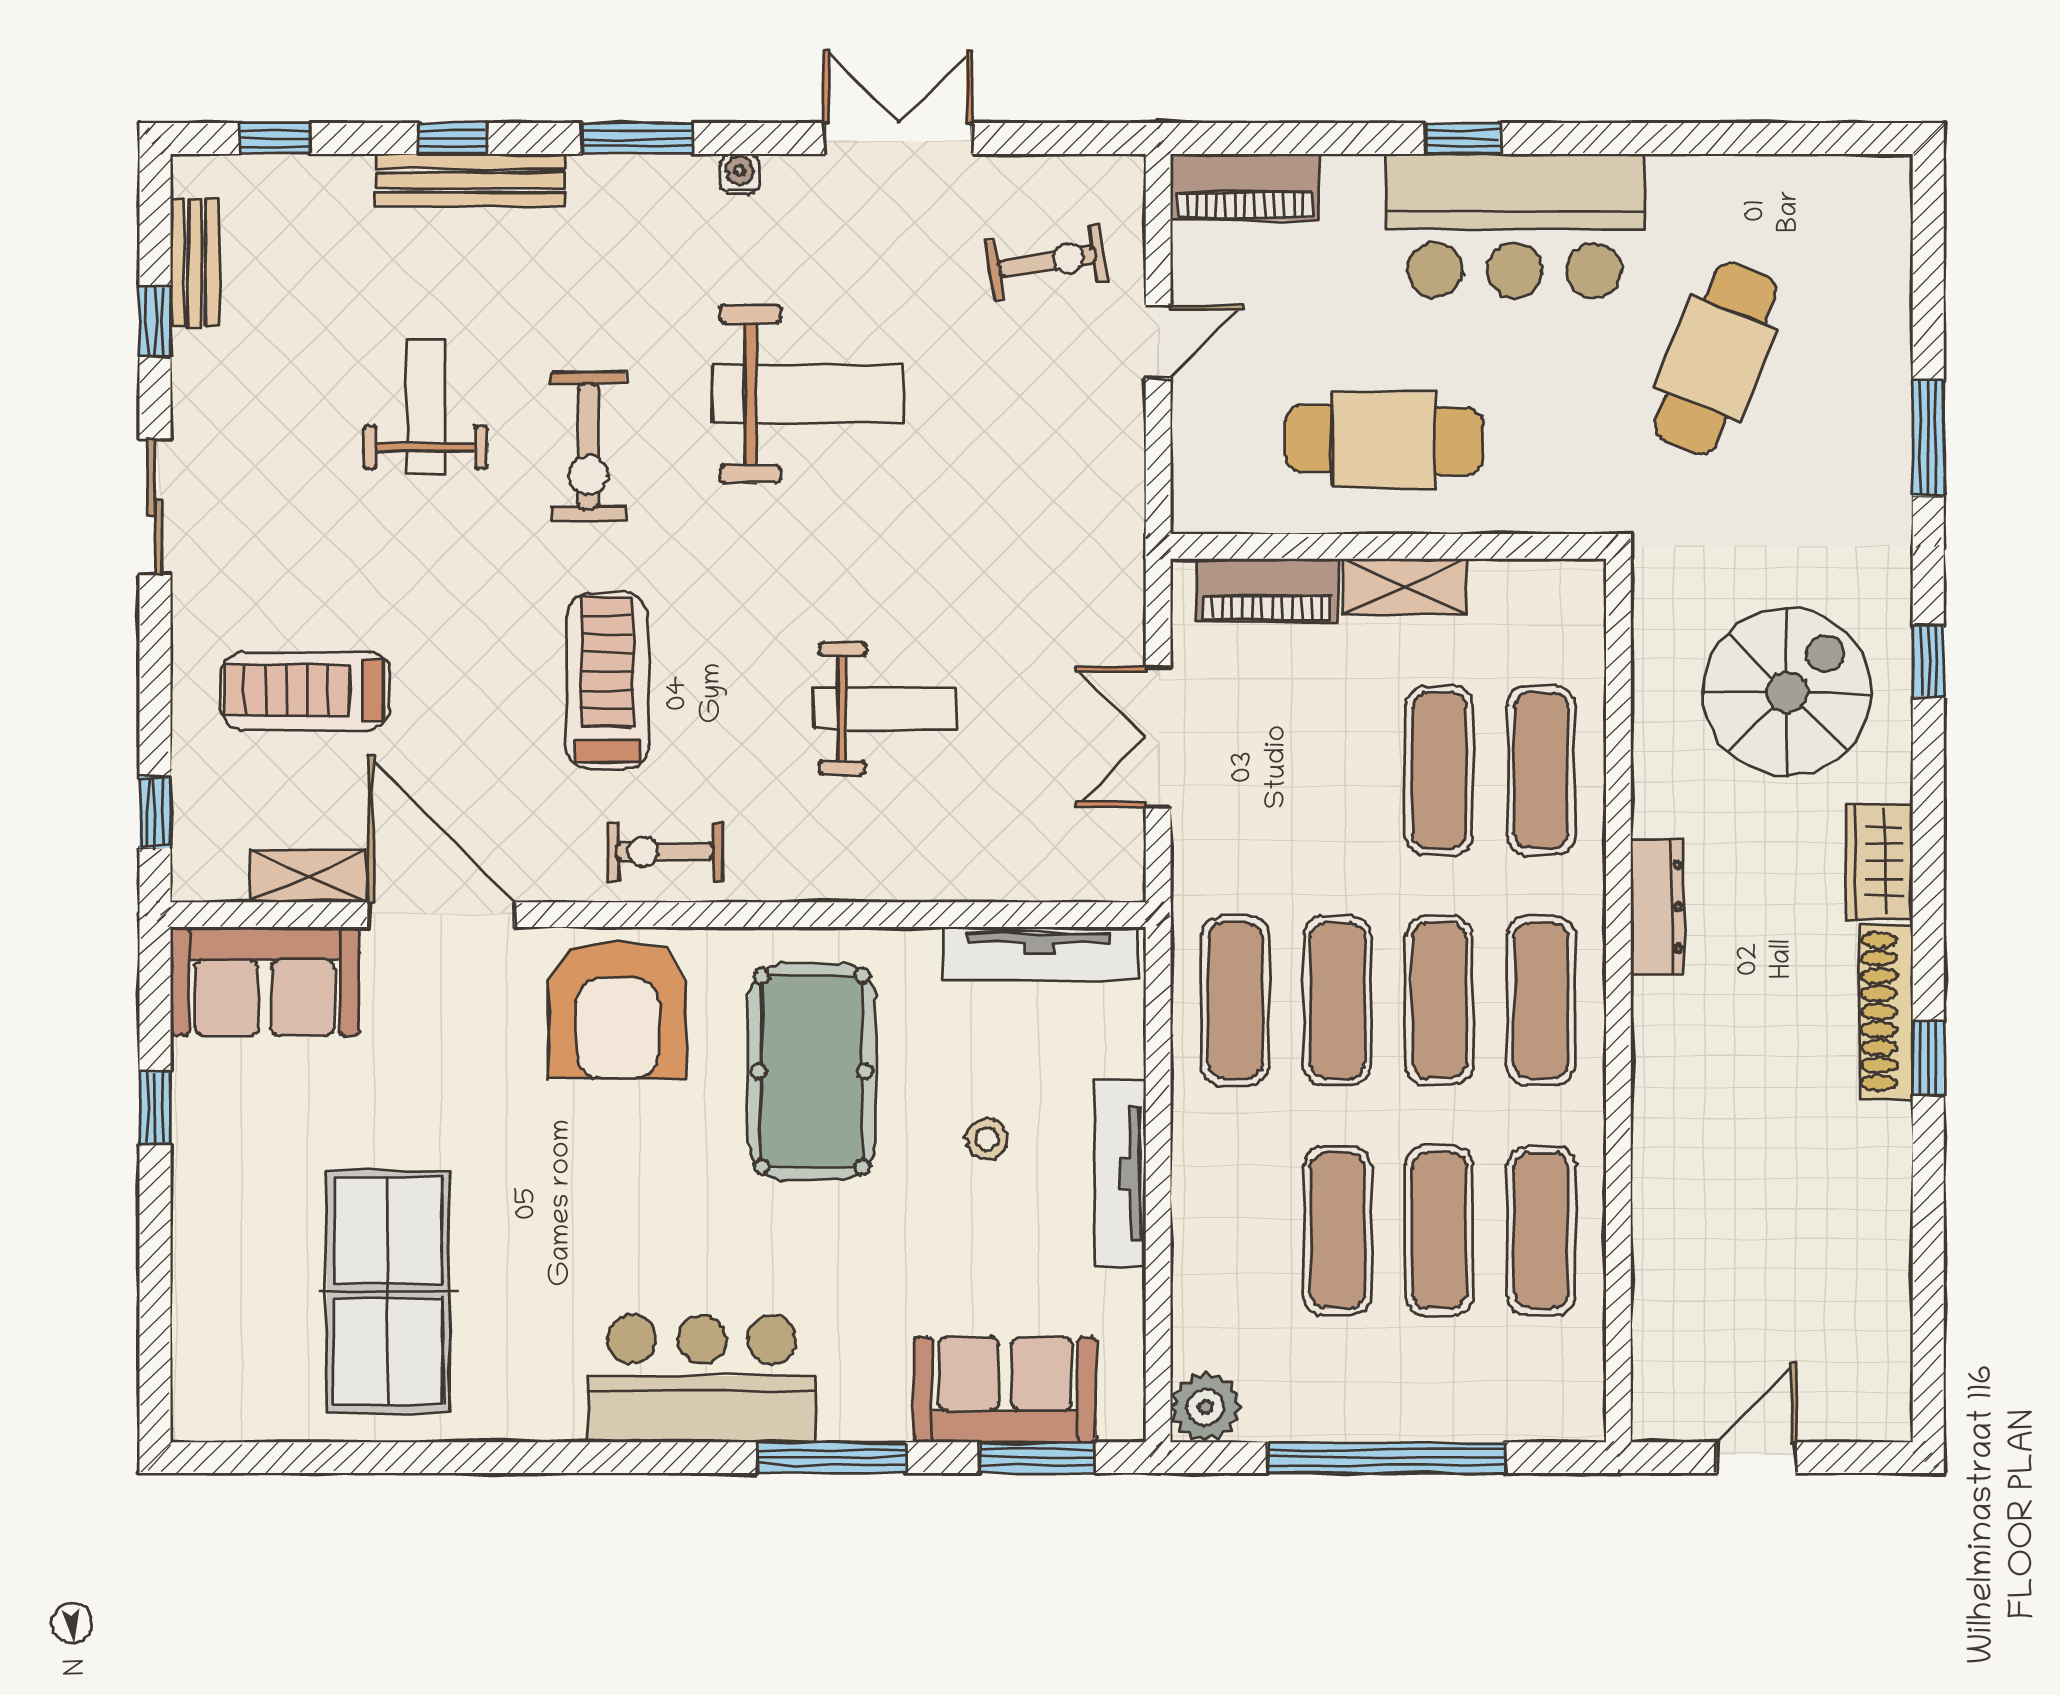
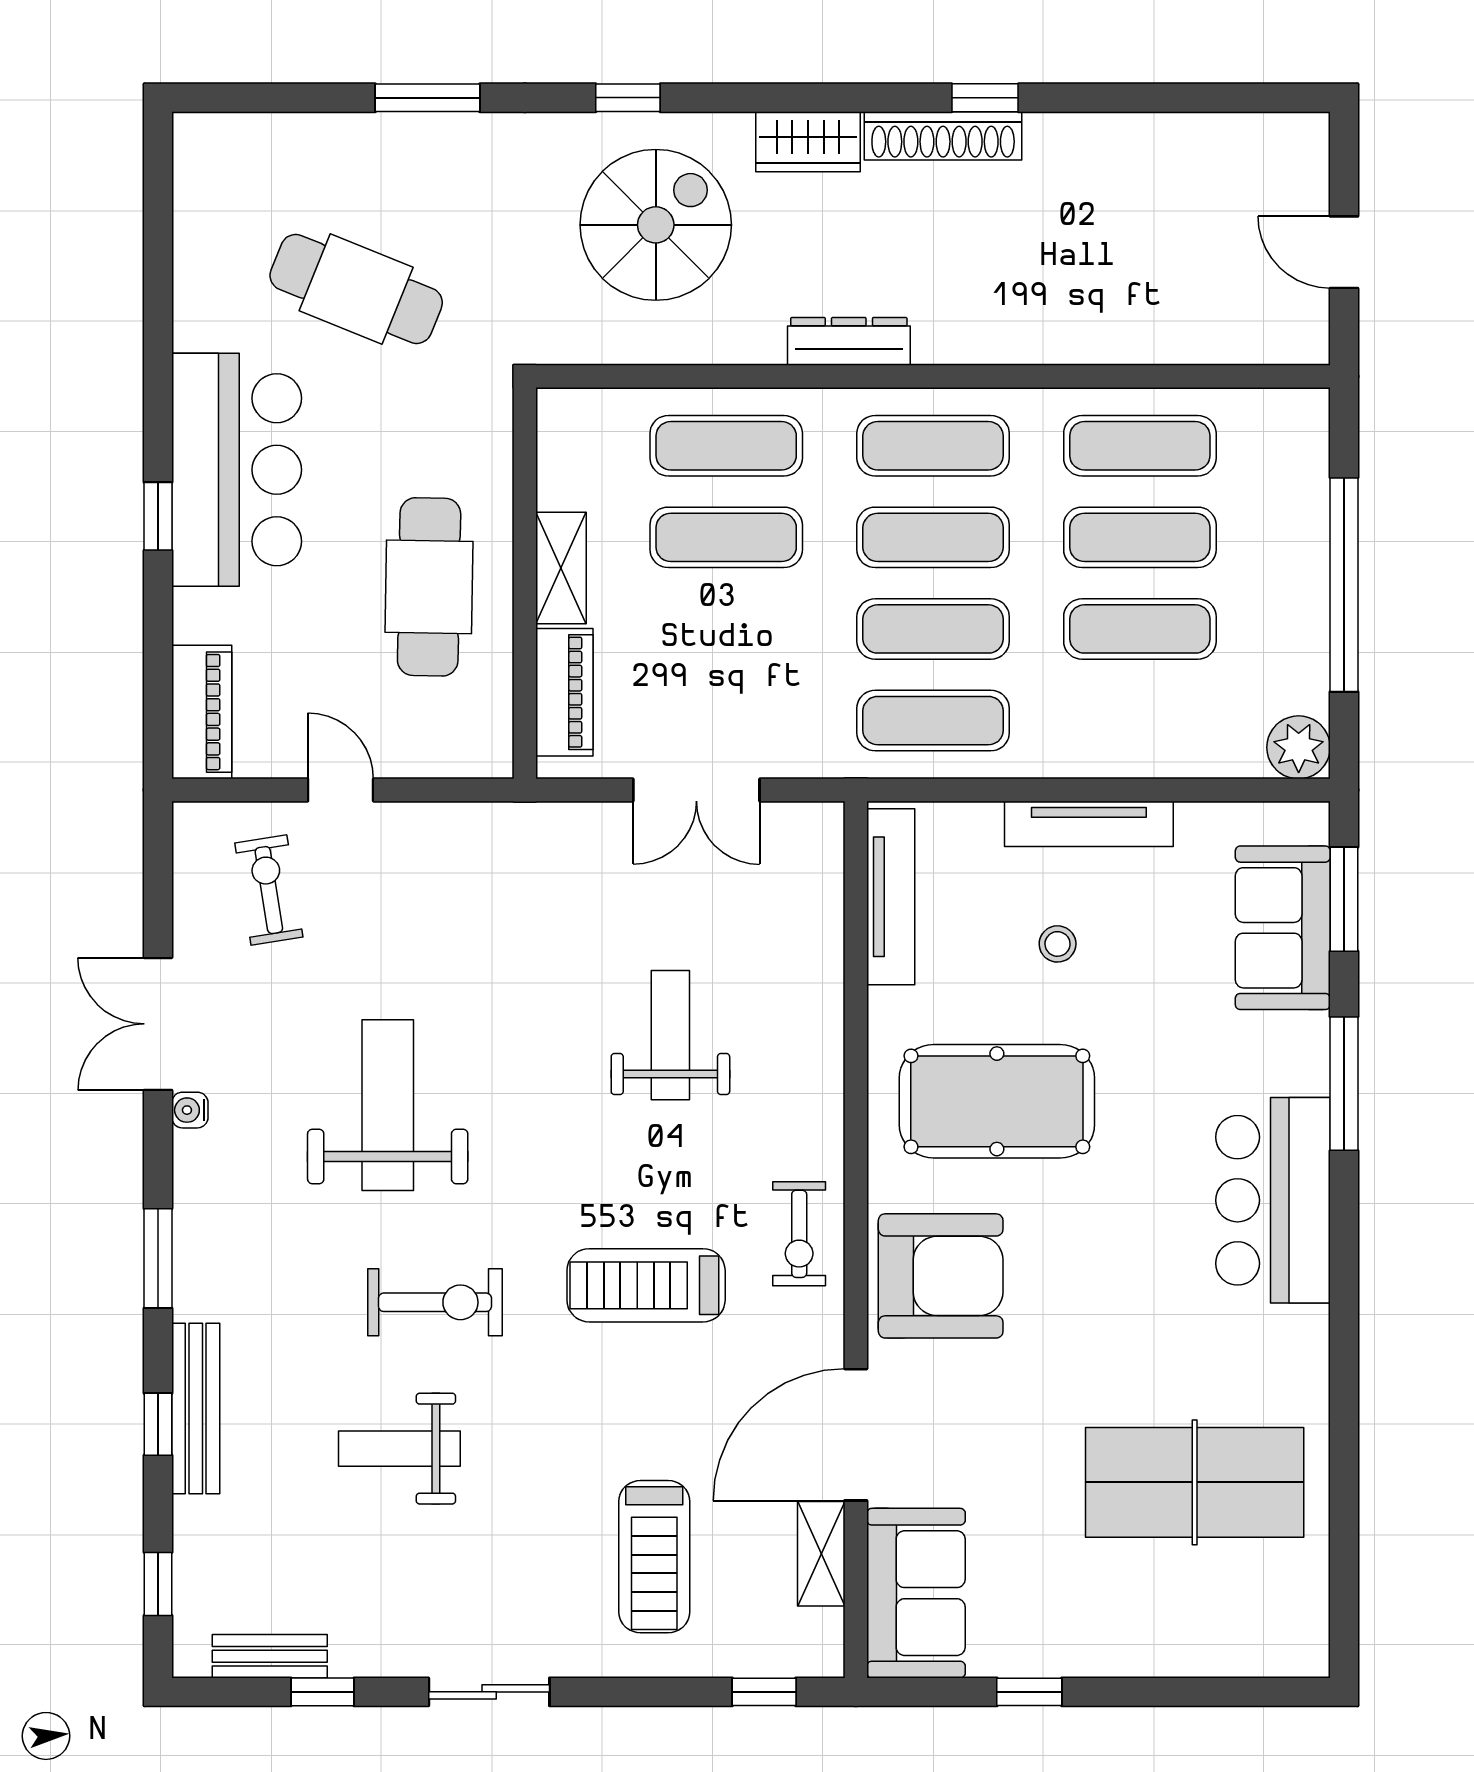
water cooler: (740, 174) -> (190, 1110), moved
spiral stairs: (1787, 692) -> (656, 225), turned 90

